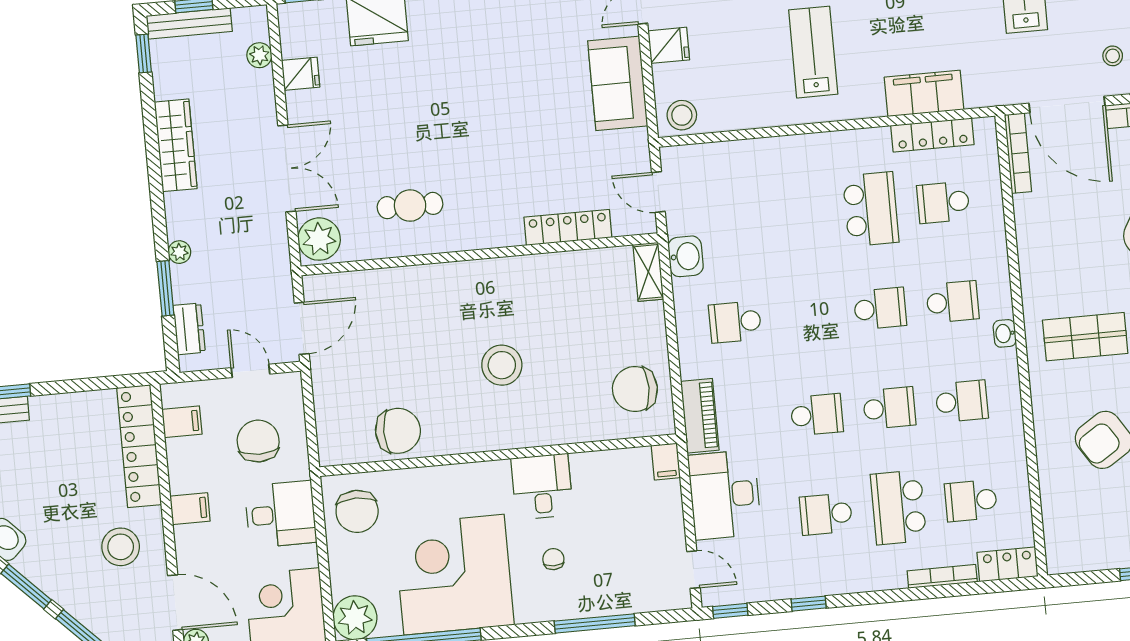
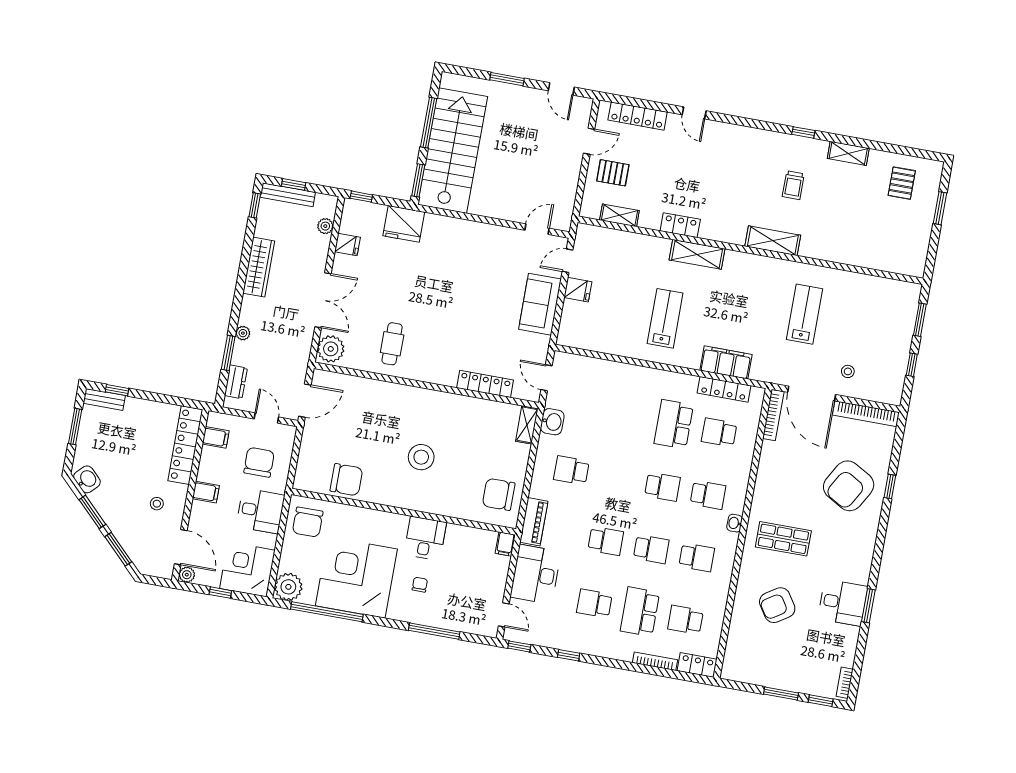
stool: (682, 115) -> (574, 335), removed
cafe table: (410, 206) -> (392, 344), turned 90
school desk: (871, 209) -> (674, 424), turned 180
stool: (121, 547) -> (157, 504), width x0.53, depth x0.53

